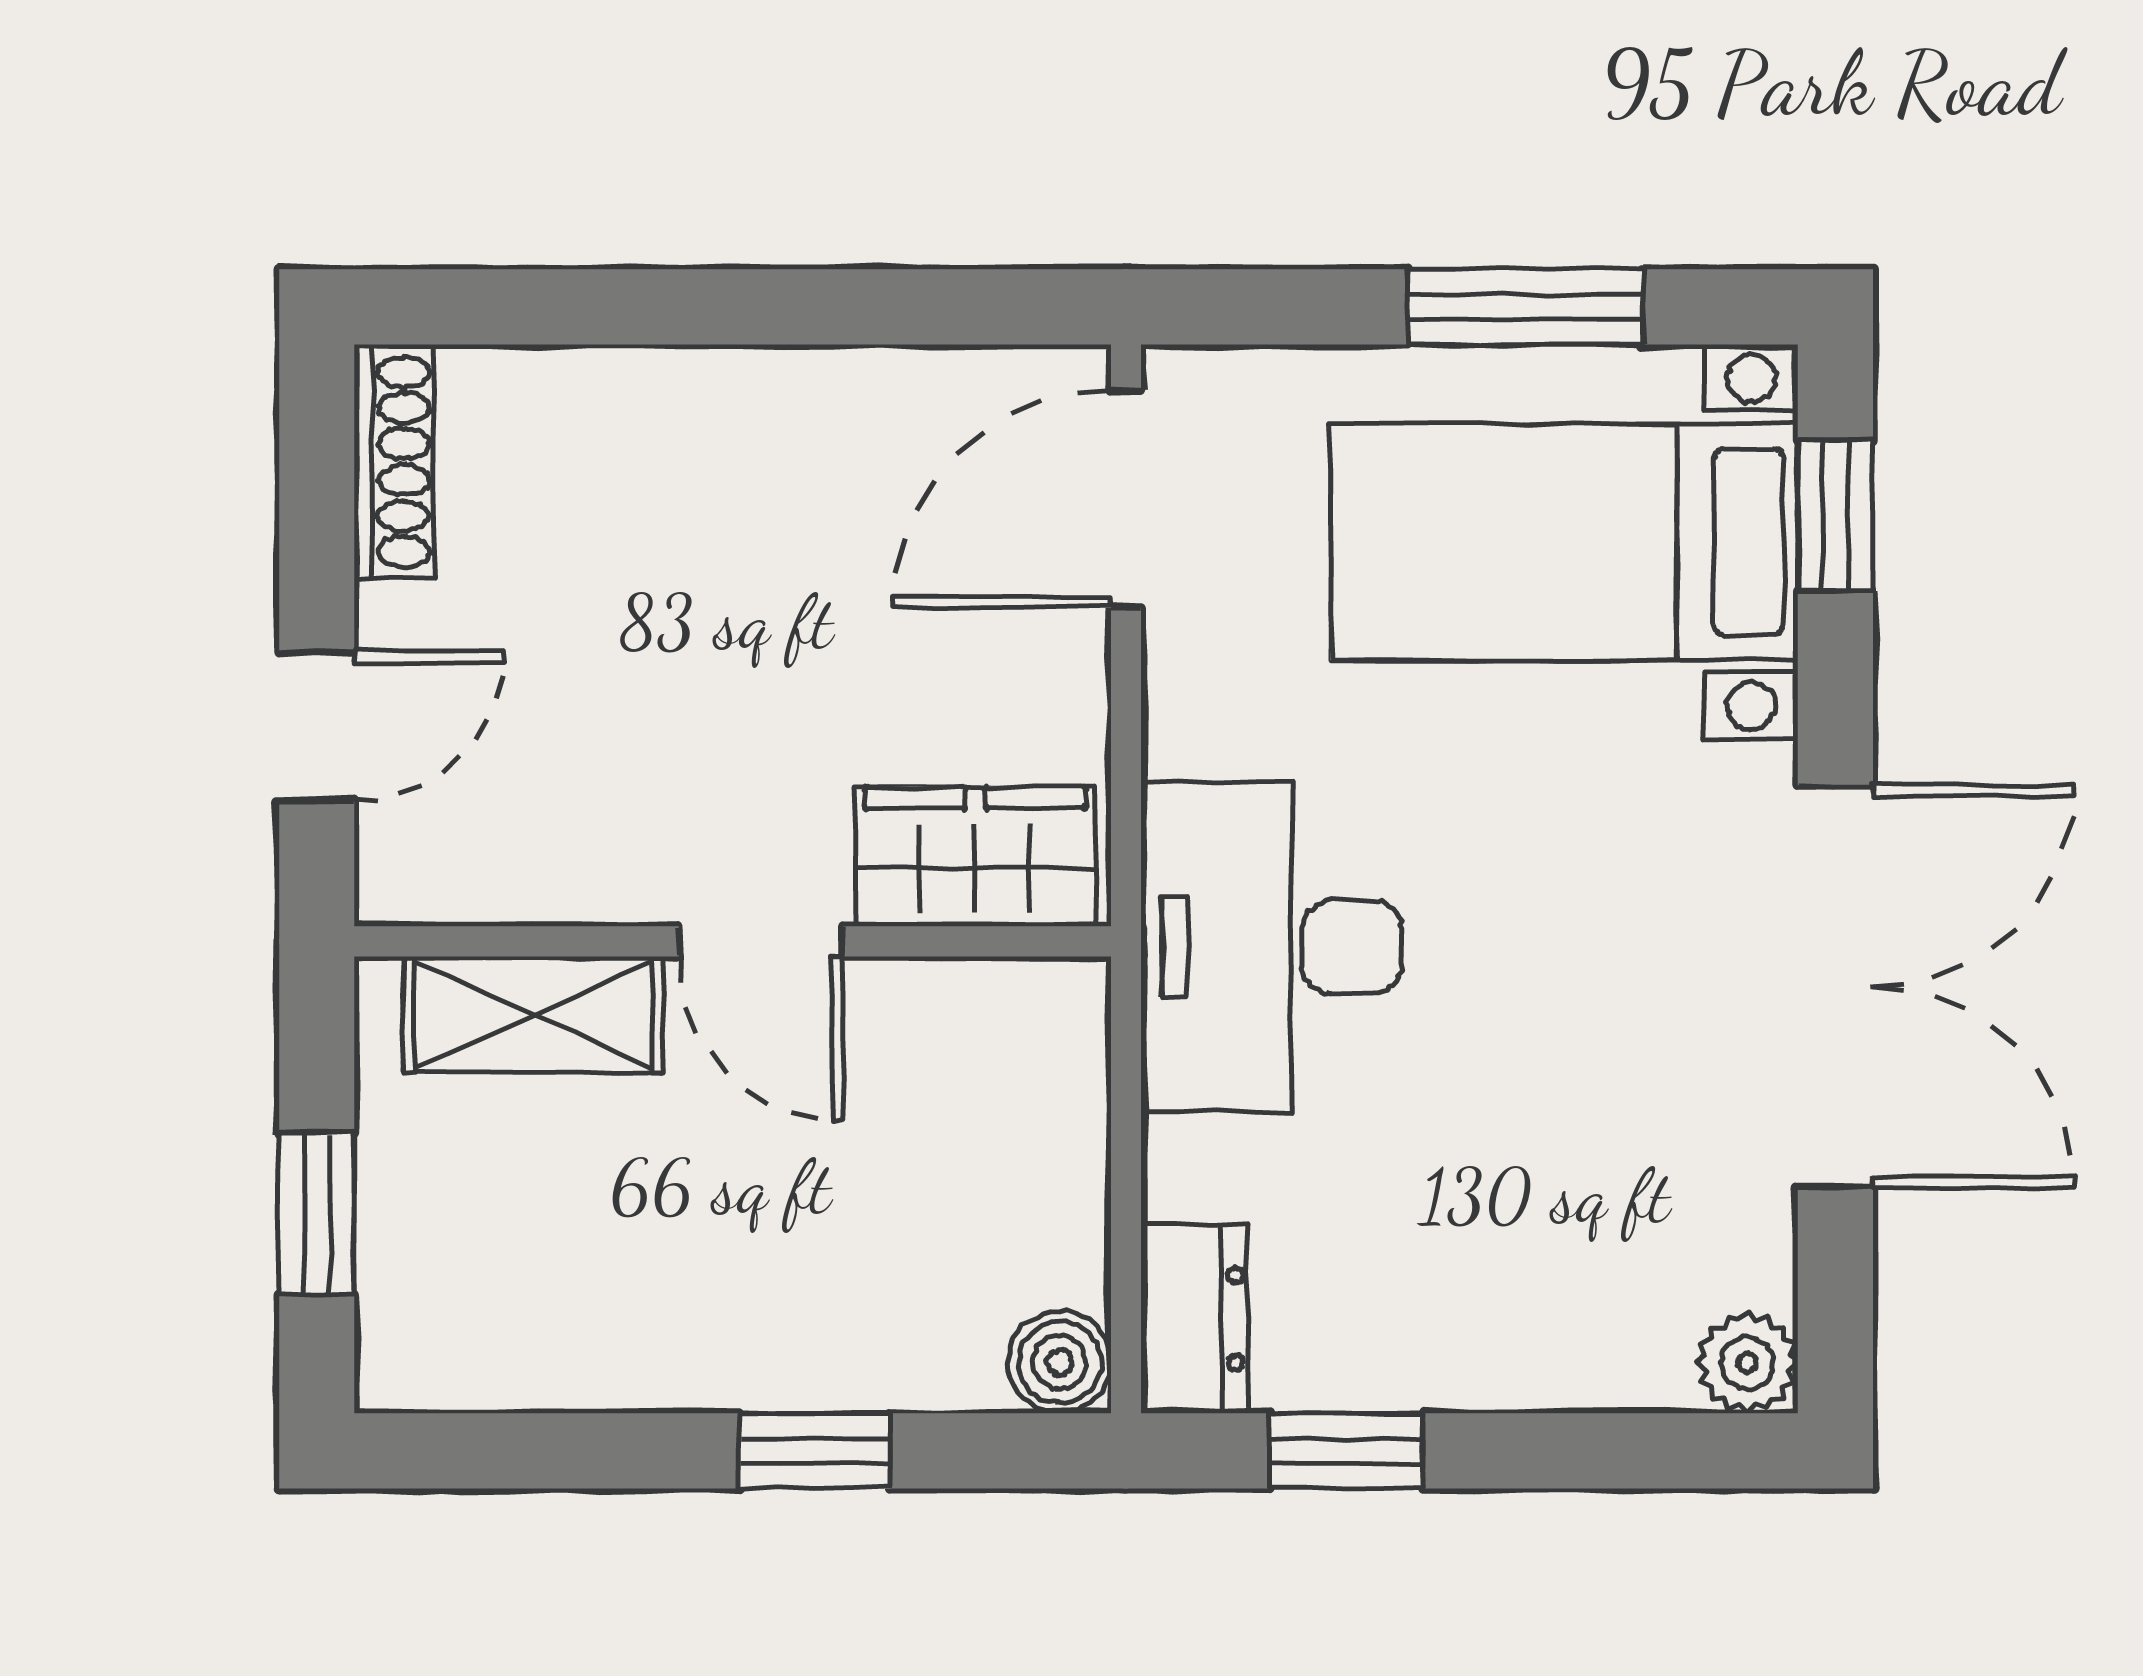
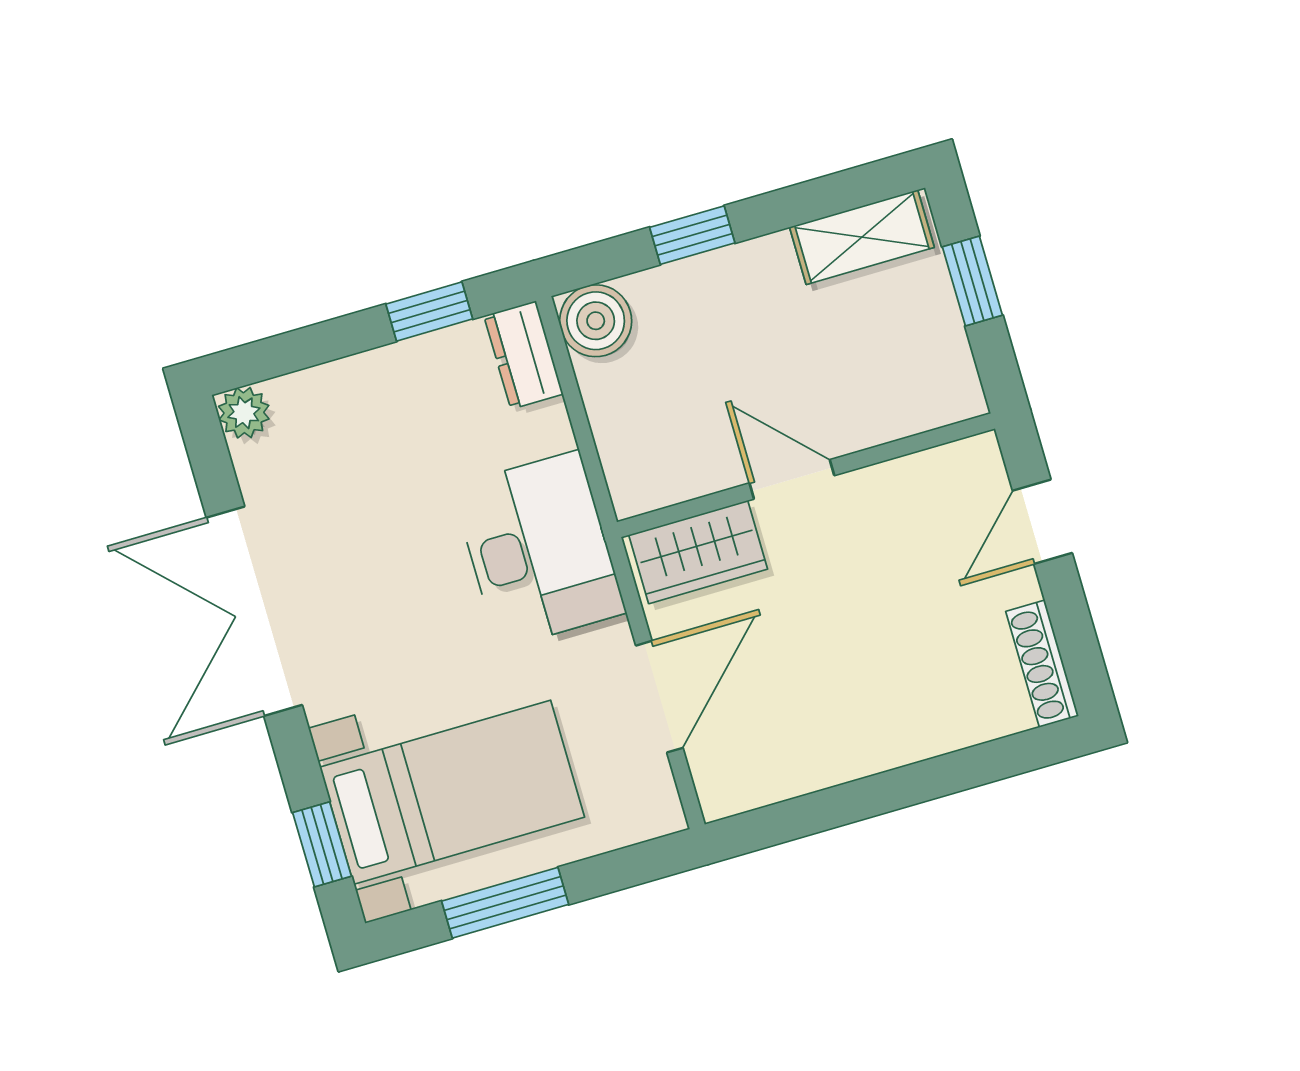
door: (1126, 499) -> (659, 697), moved
shelving: (533, 1015) -> (862, 237), moved
boiler: (1060, 1362) -> (596, 321), width x1.36, depth x1.36

